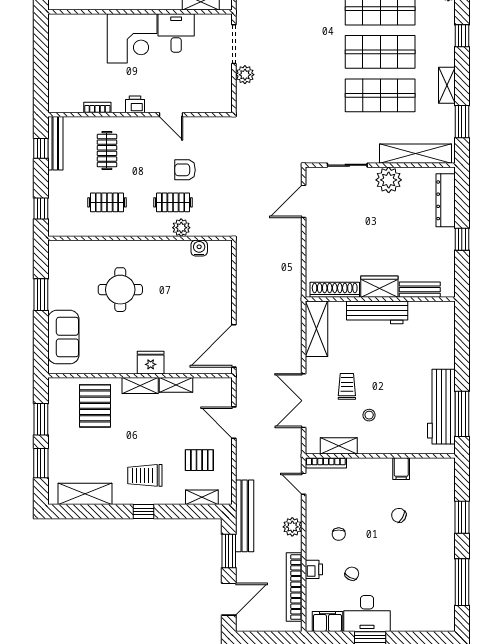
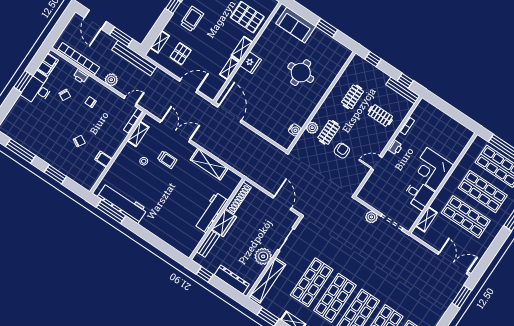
wardrobe: (379, 287) -> (224, 223), moved
shoe rack: (335, 290) -> (238, 198), moved
bench: (420, 290) -> (208, 244), moved
wall: (380, 299) -> (217, 219), moved
workbench: (377, 312) -> (211, 213), moved

